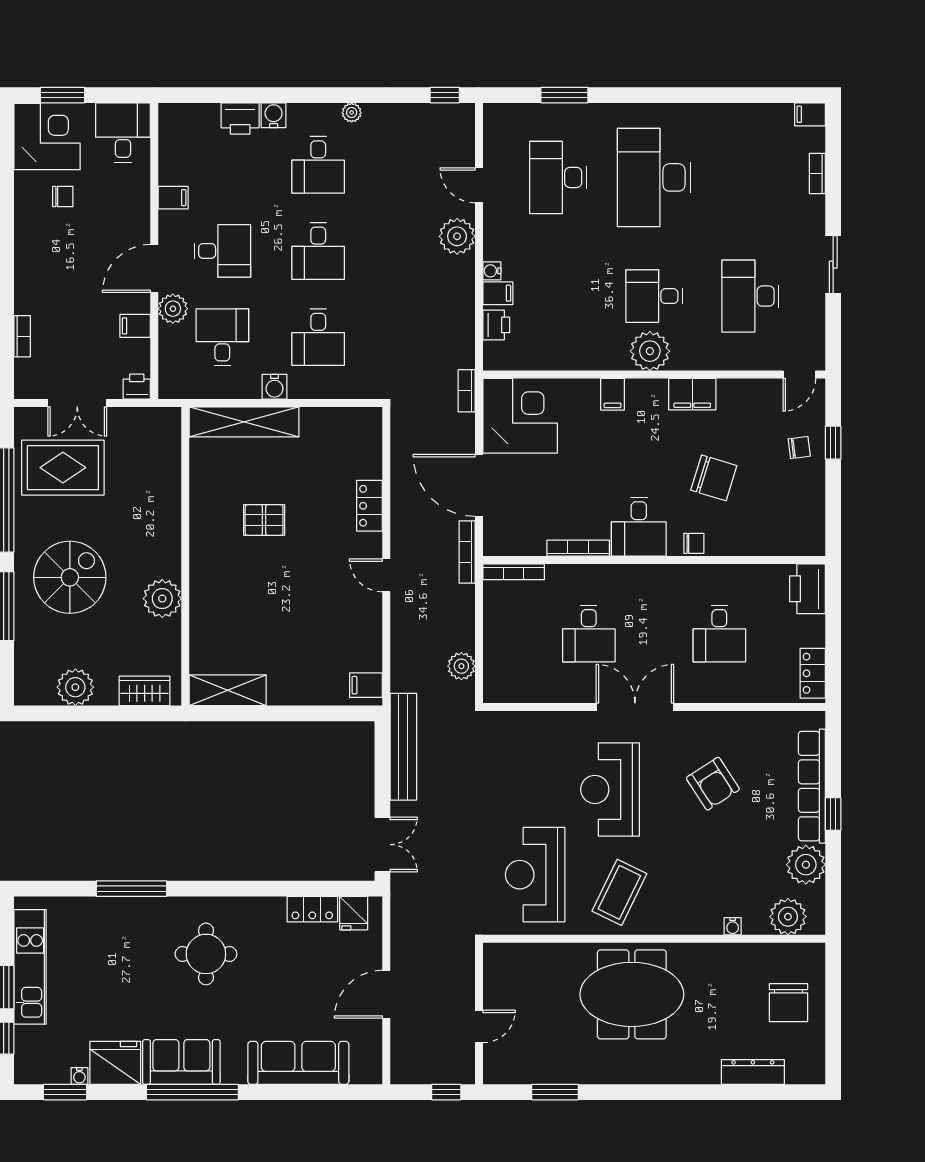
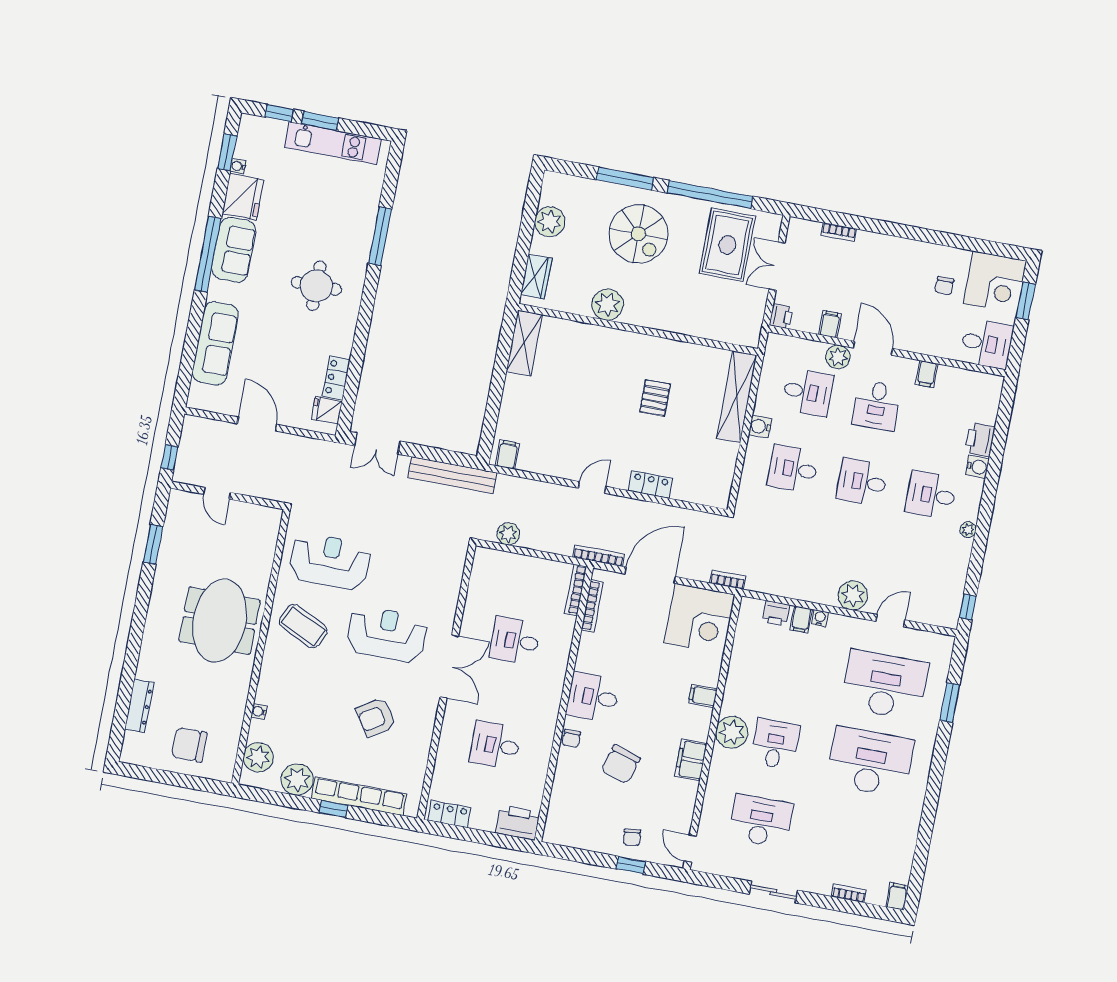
desk: (558, 177) -> (885, 685), width x1.36, depth x1.30
bookcase: (578, 548) -> (592, 606), moved

